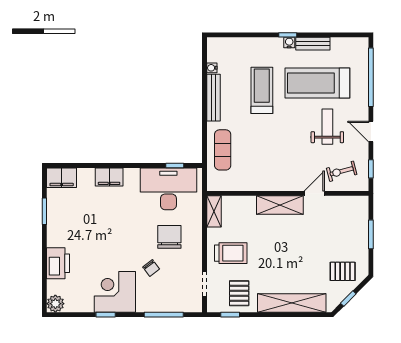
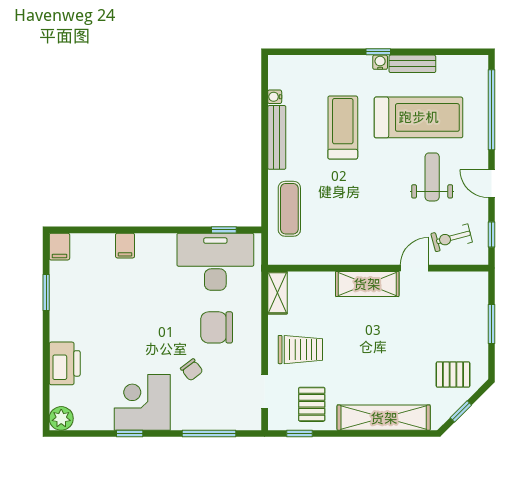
treadmill: (317, 83) -> (419, 117), turned 180
filing cabinet: (109, 177) -> (125, 246), width x0.50
filing cabinet: (62, 178) -> (59, 247), width x0.50
chair: (169, 237) -> (217, 327), turned -90

